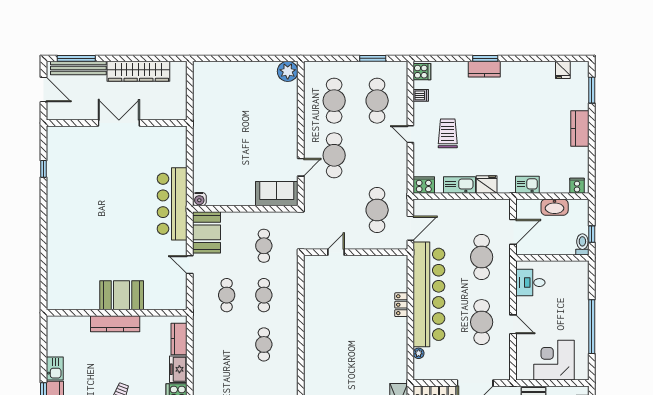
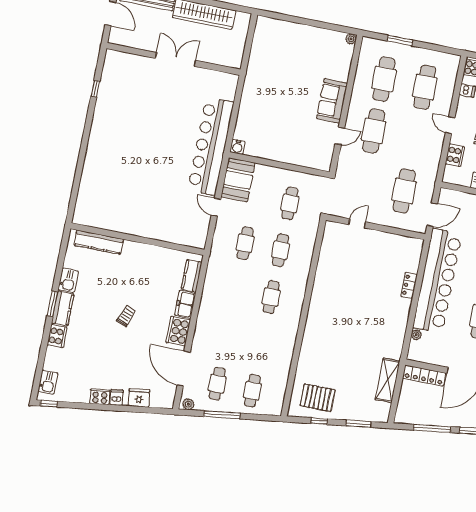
window: (373, 58) -> (400, 40), moved
plant: (288, 71) -> (351, 39), width x0.53, depth x0.53
cooker: (424, 185) -> (455, 155), moved, turned 90
sofa: (277, 194) -> (332, 101), moved, turned -90
bar counter: (172, 204) -> (211, 146), width x1.36
booth: (122, 295) -> (145, 223), removed
kitchen counter: (115, 324) -> (99, 242), moved

